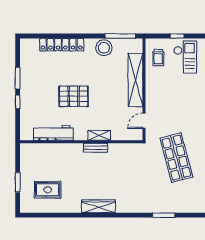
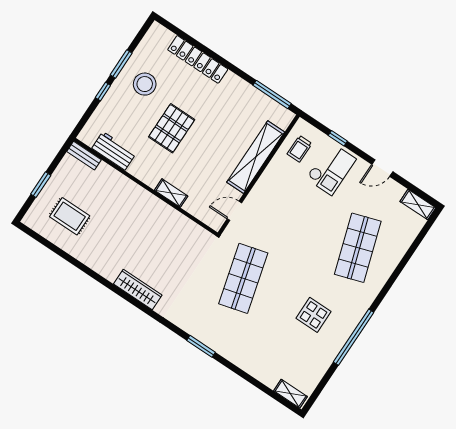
stool: (104, 48) -> (145, 84), moved
pallet: (74, 96) -> (172, 128), turned 90
workbench: (53, 133) -> (114, 151), width x0.73
bench: (95, 148) -> (84, 156), moved
wardrobe: (99, 206) -> (138, 289), moved
window: (164, 215) -> (201, 346), moved

